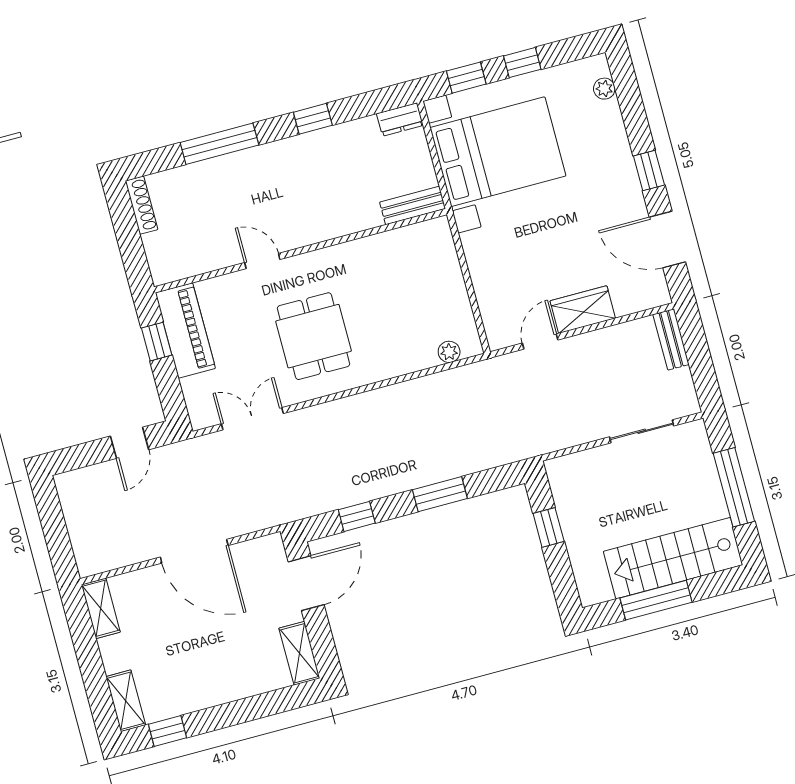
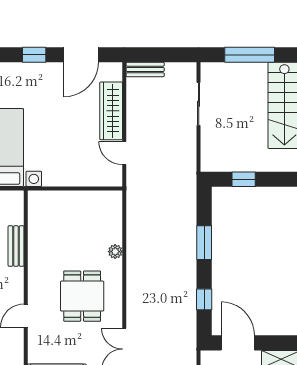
bench: (413, 205) -> (16, 246), moved
wardrobe: (583, 310) -> (111, 111), width x1.50
dining table: (314, 336) -> (82, 296), turned 90
plant: (449, 352) -> (115, 252), moved

